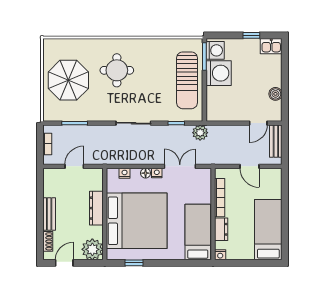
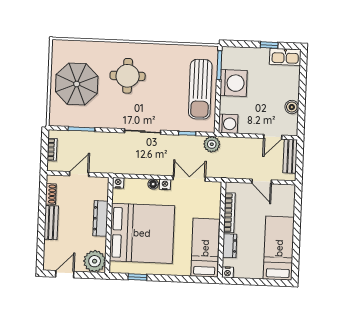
kitchen sink: (271, 46) -> (285, 57), width x1.38
washing machine: (215, 50) -> (228, 124), moved
nightstand: (125, 173) -> (118, 183), moved
shoe rack: (48, 241) -> (51, 194), moved

